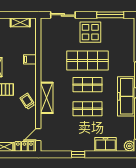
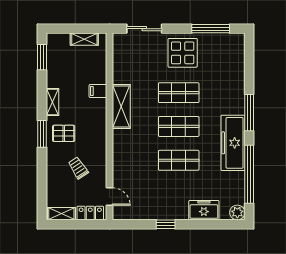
shop shelf: (87, 61) -> (179, 93), width x0.70, depth x0.74
shelving: (47, 98) -> (121, 106), moved
trolley: (27, 101) -> (78, 168), moved
door: (38, 135) -> (110, 196), swing flipped

